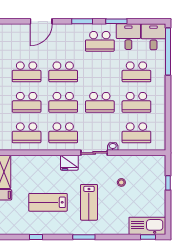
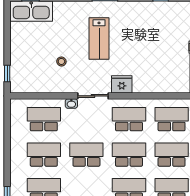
window: (168, 183) -> (7, 74), moved
lab bench: (48, 202) -> (147, 38), removed
lab bench: (89, 202) -> (99, 38), turned 180

